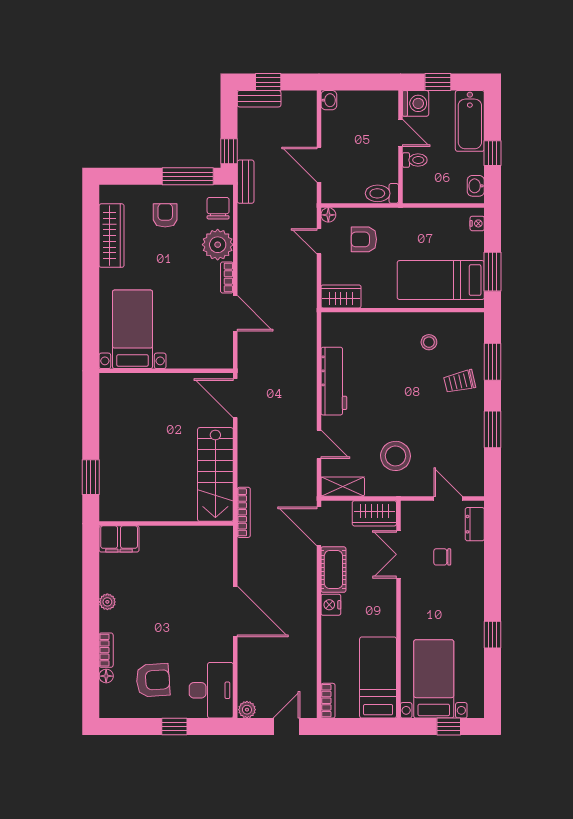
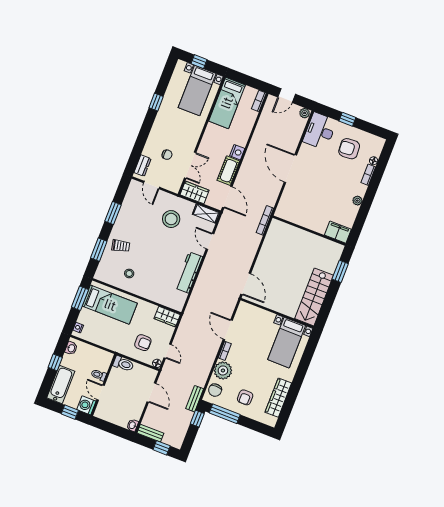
bench: (259, 99) -> (150, 433), moved
stairs: (215, 474) -> (314, 297), moved, turned 180

